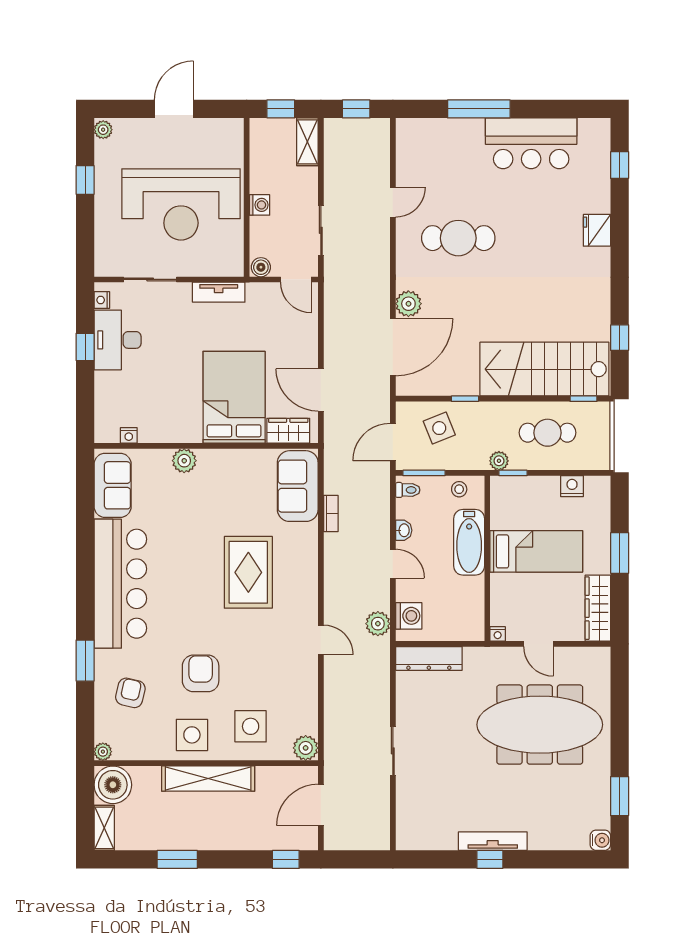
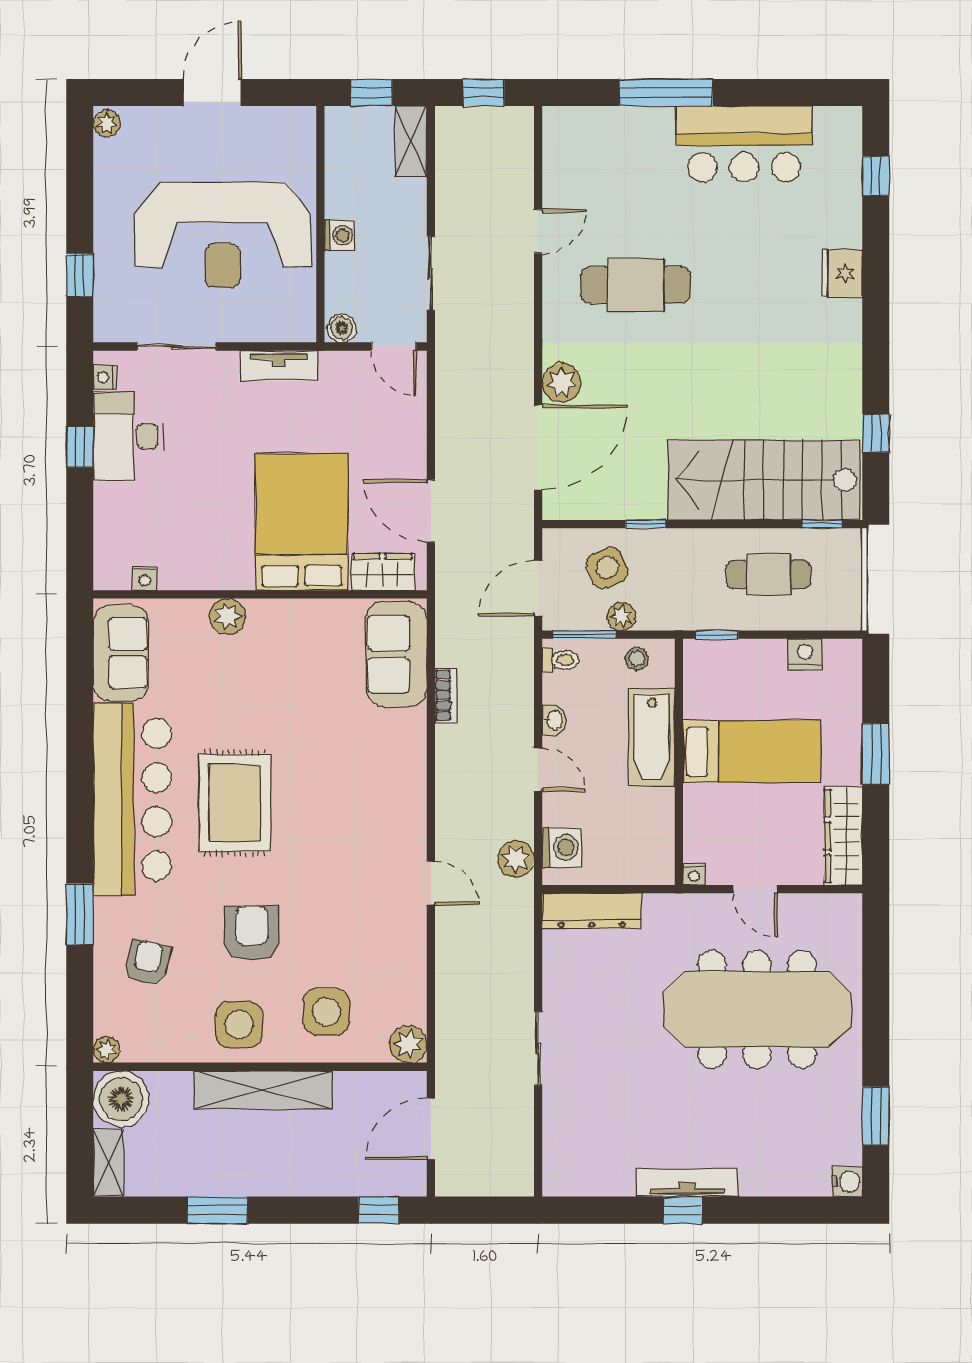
window: (85, 180) -> (80, 275), moved
plant: (499, 461) -> (621, 617), moved
rug: (248, 572) -> (235, 803), moved

